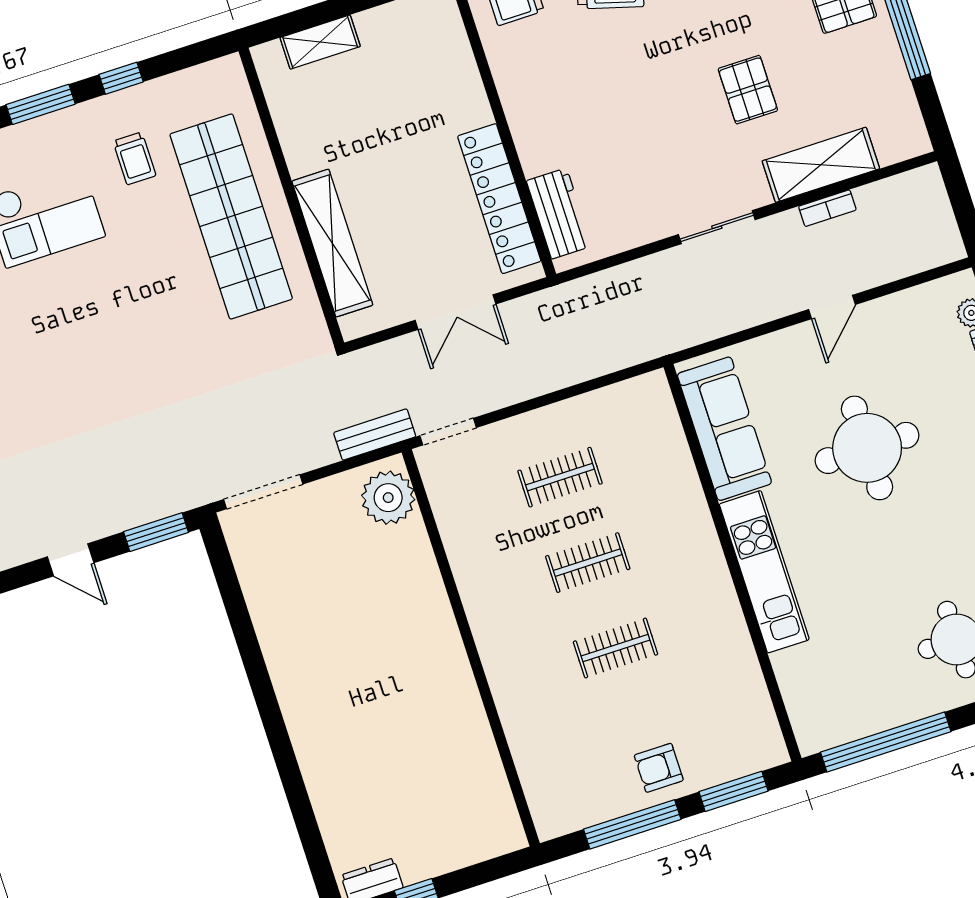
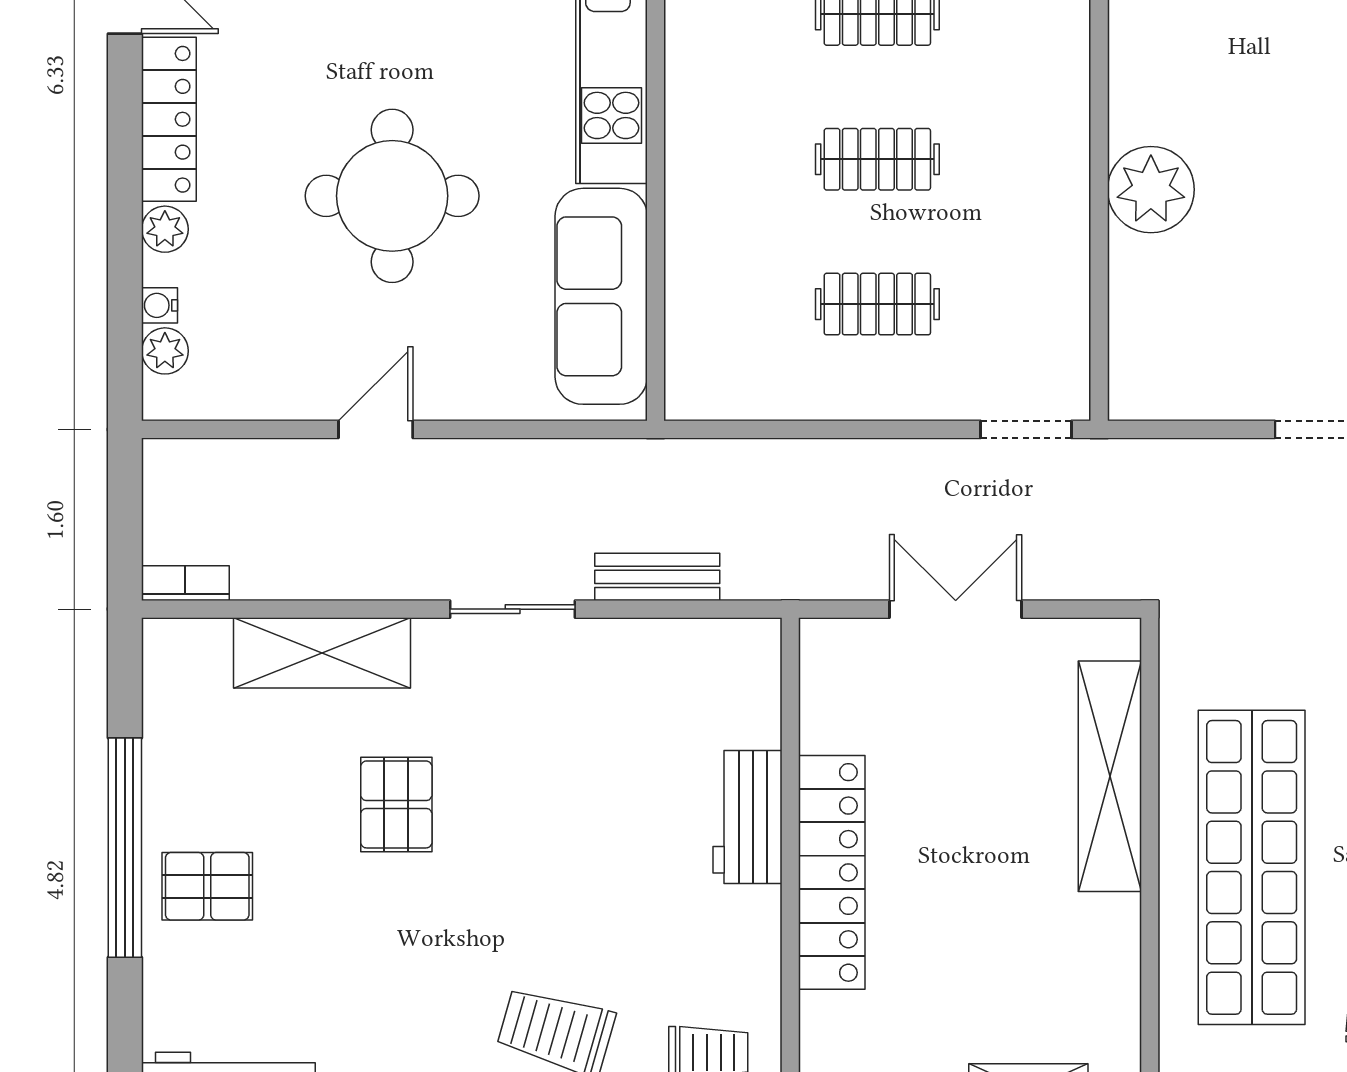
locker: (499, 199) -> (832, 872), moved
bookcase: (827, 208) -> (185, 583), moved
workbench: (559, 213) -> (747, 817), moved
bench: (375, 435) -> (657, 577), moved
plant: (388, 498) -> (1151, 190), moved

